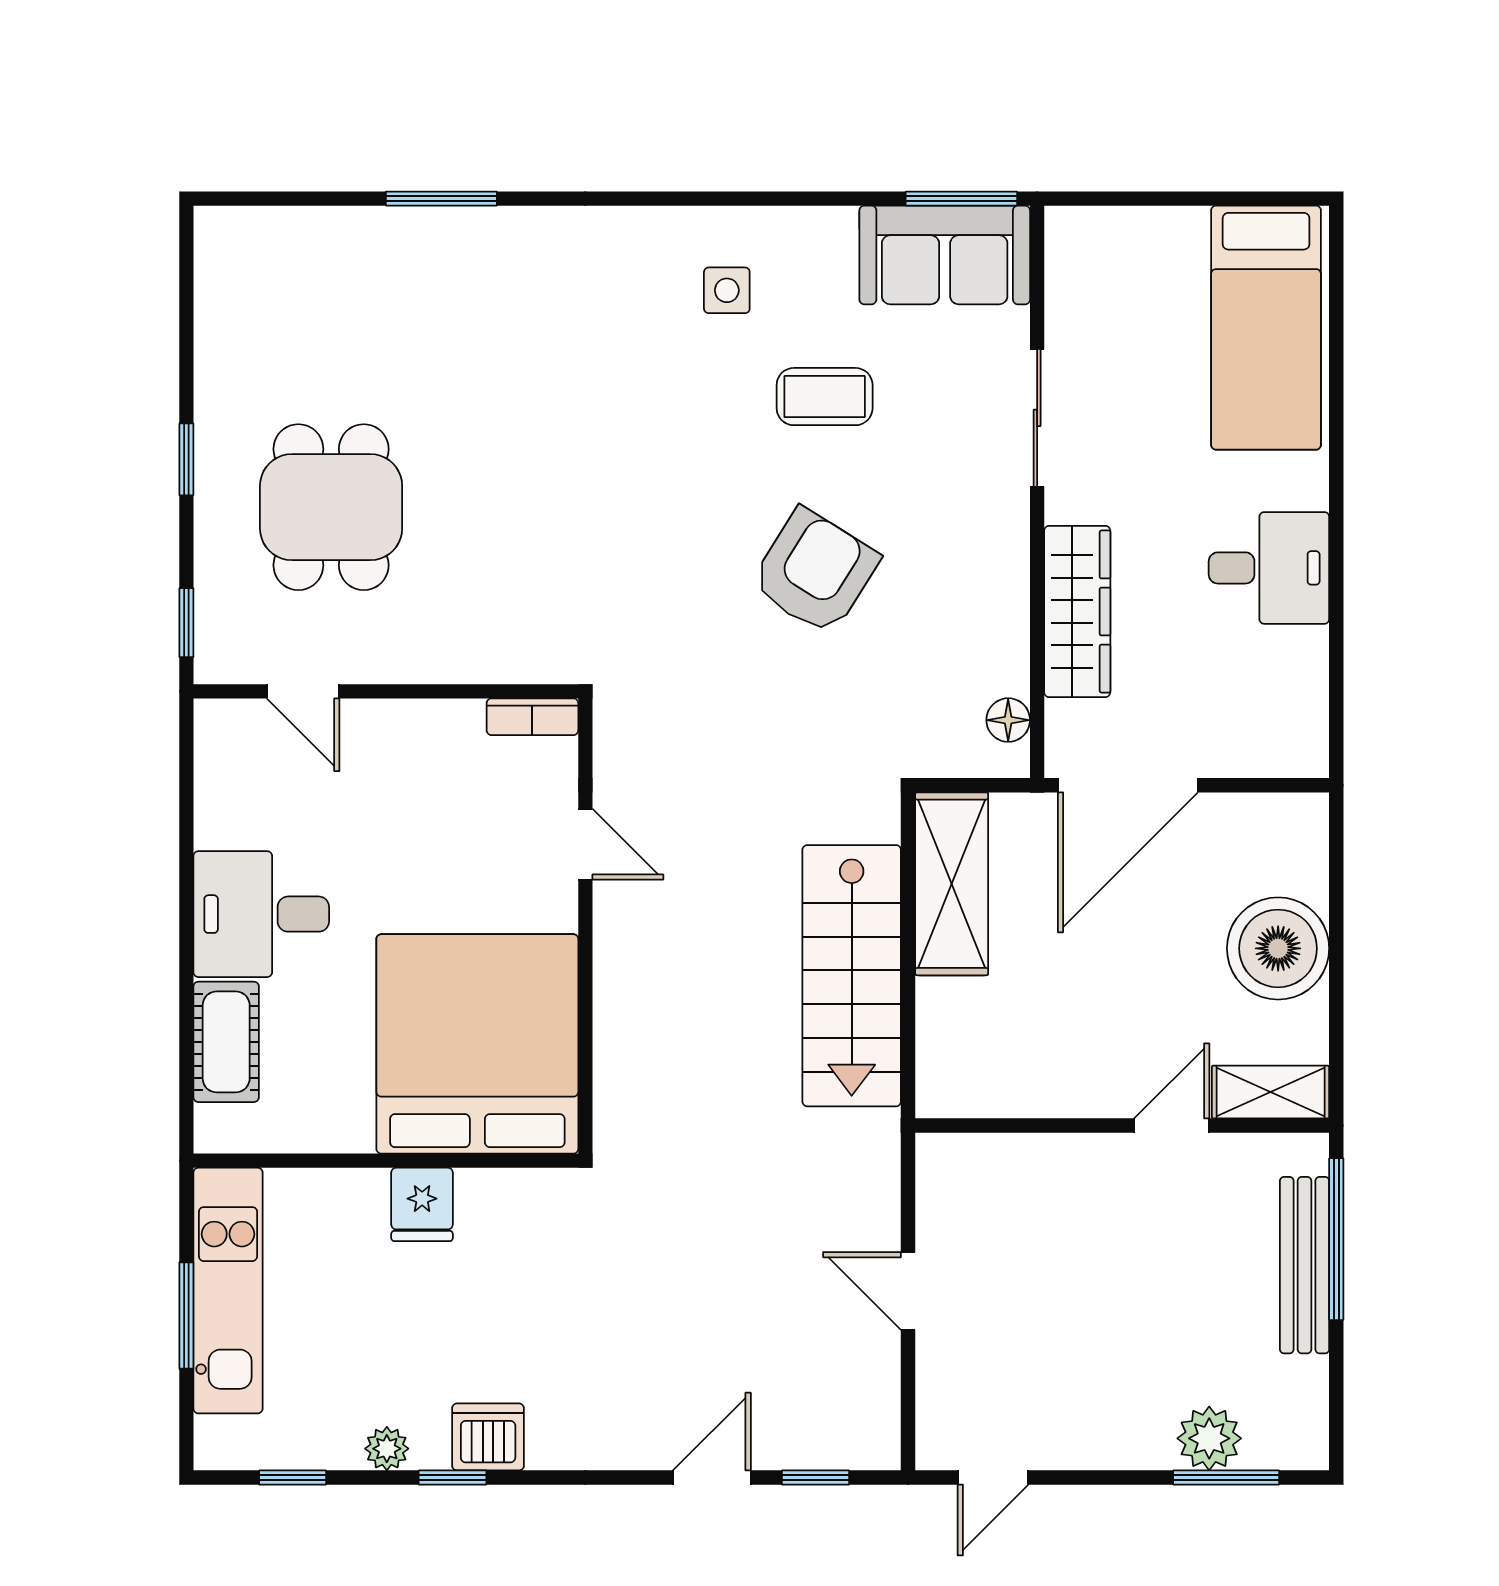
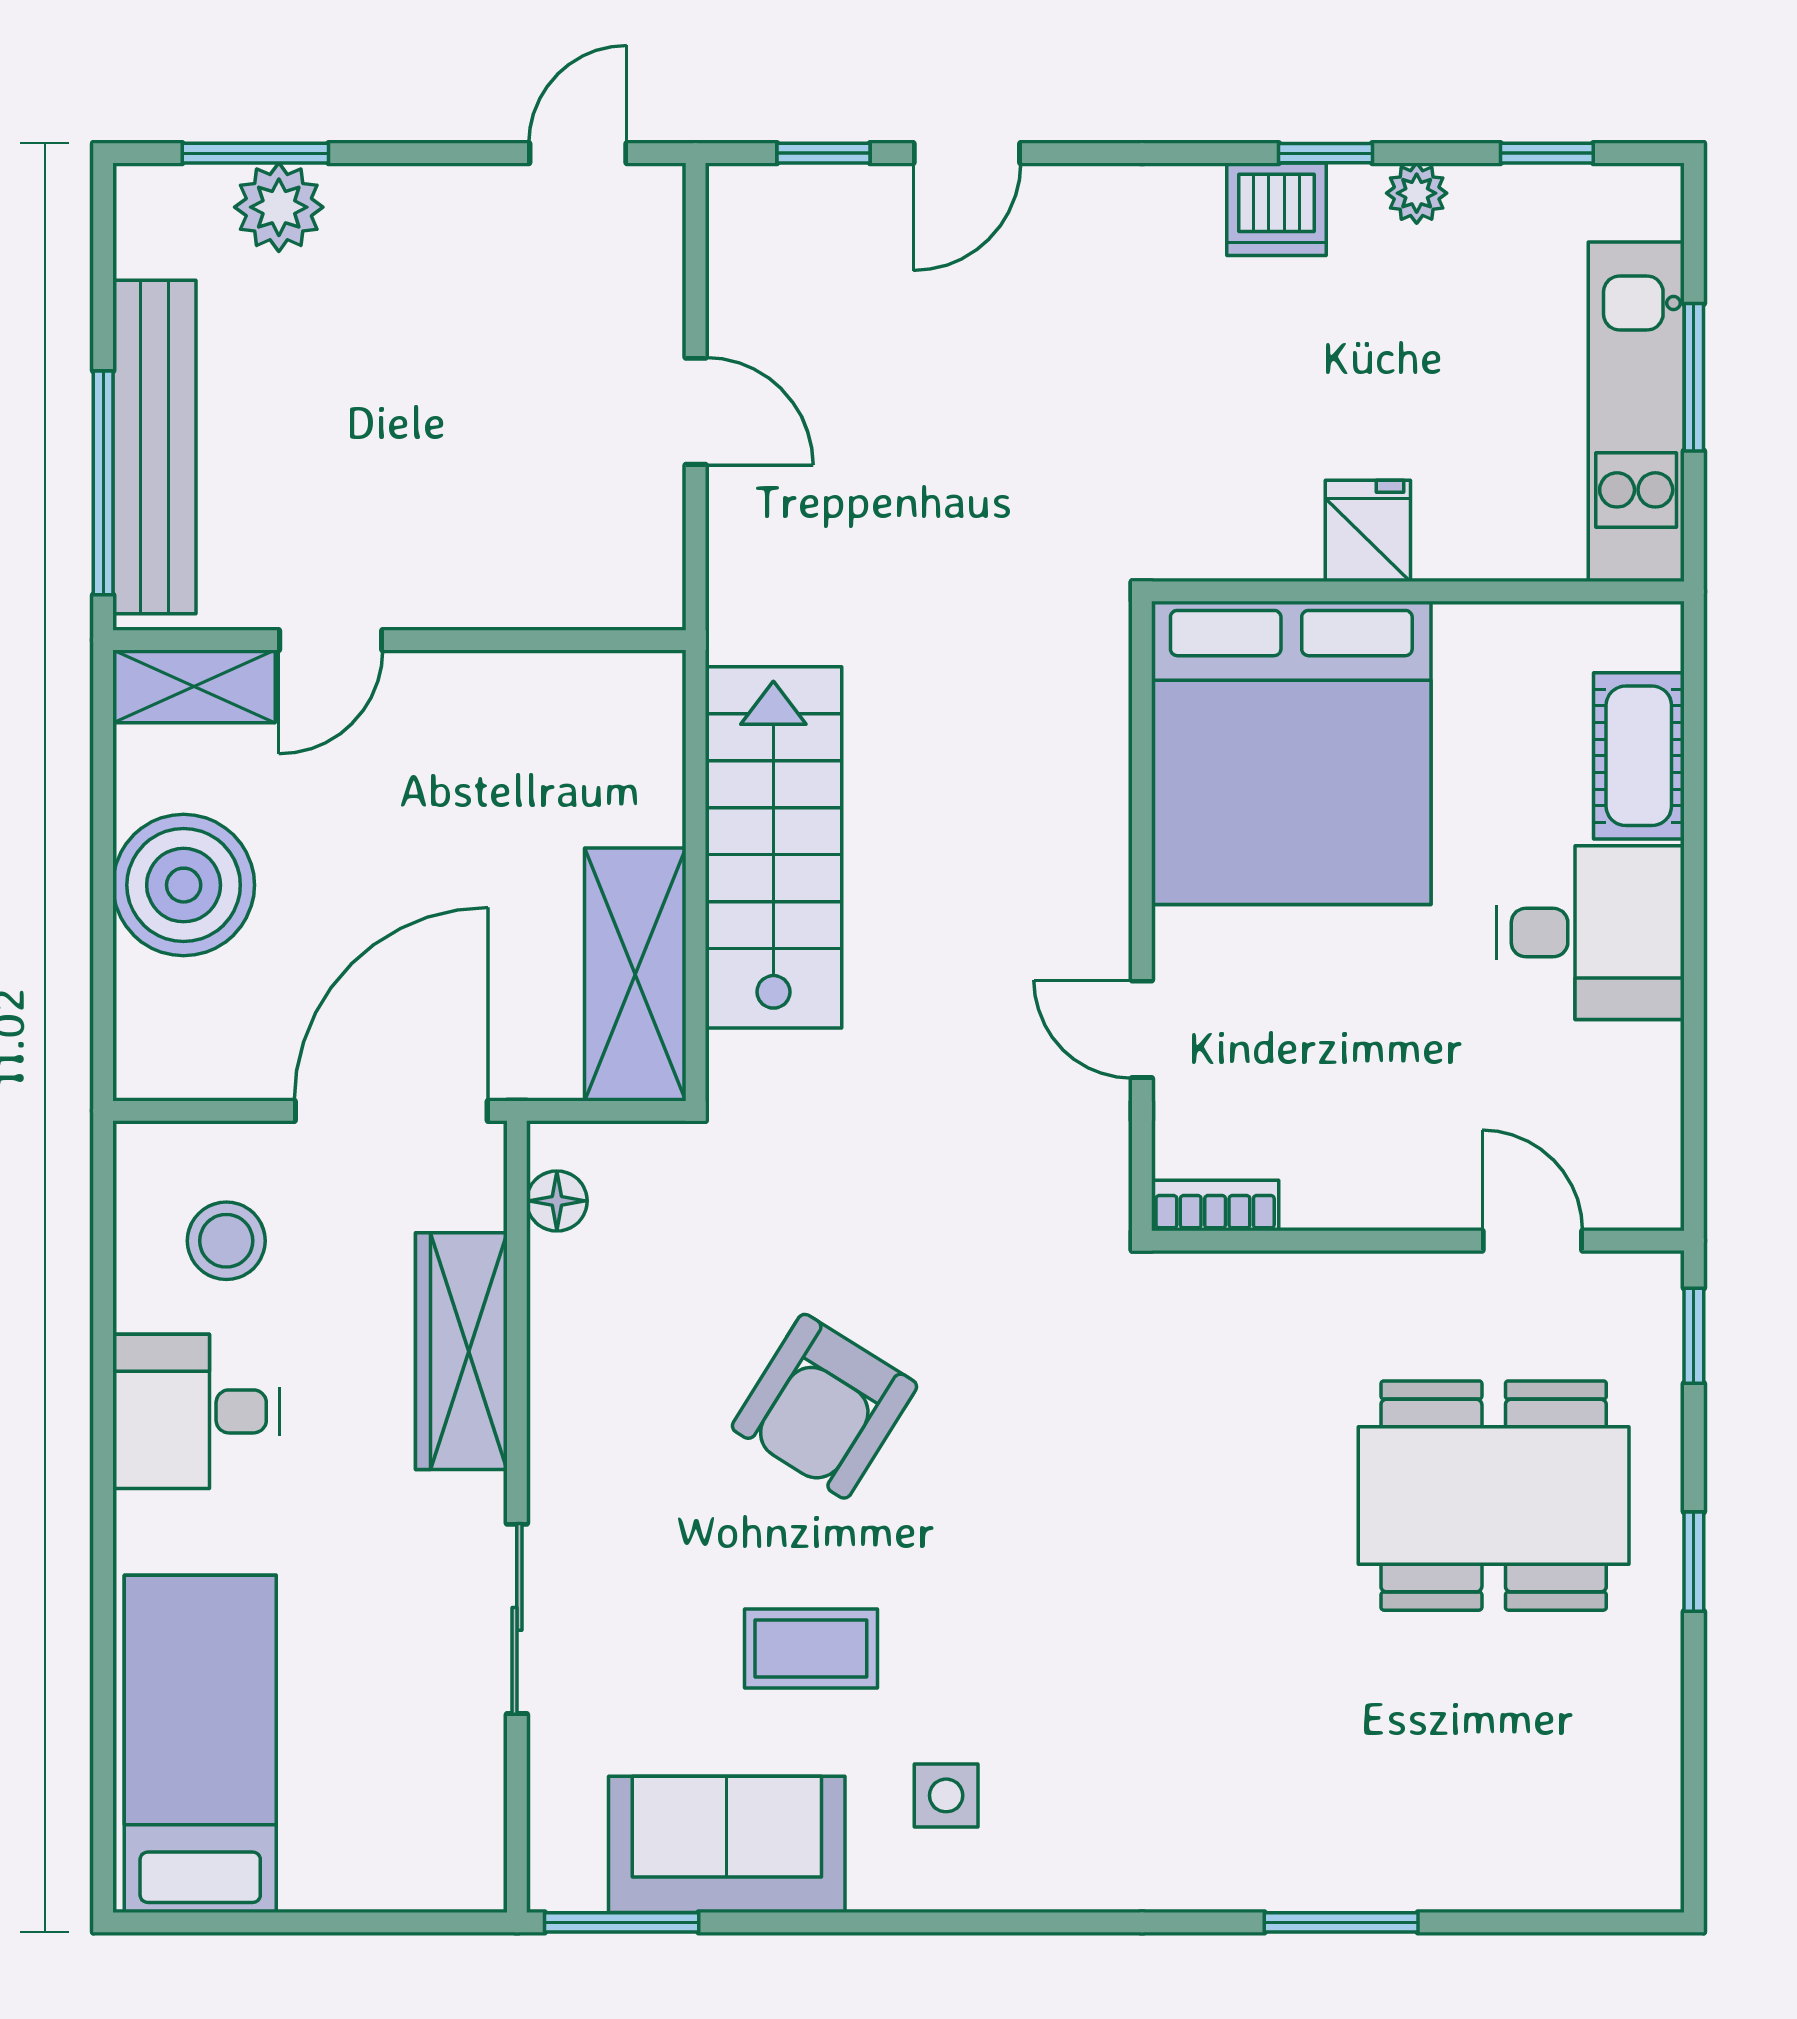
sofa: (945, 255) -> (727, 1844), moved
dining table: (331, 507) -> (1494, 1496), width x1.38
stool: (1247, 691) -> (226, 1241), added
bench: (1305, 1265) -> (154, 447), width x1.37, depth x1.21

